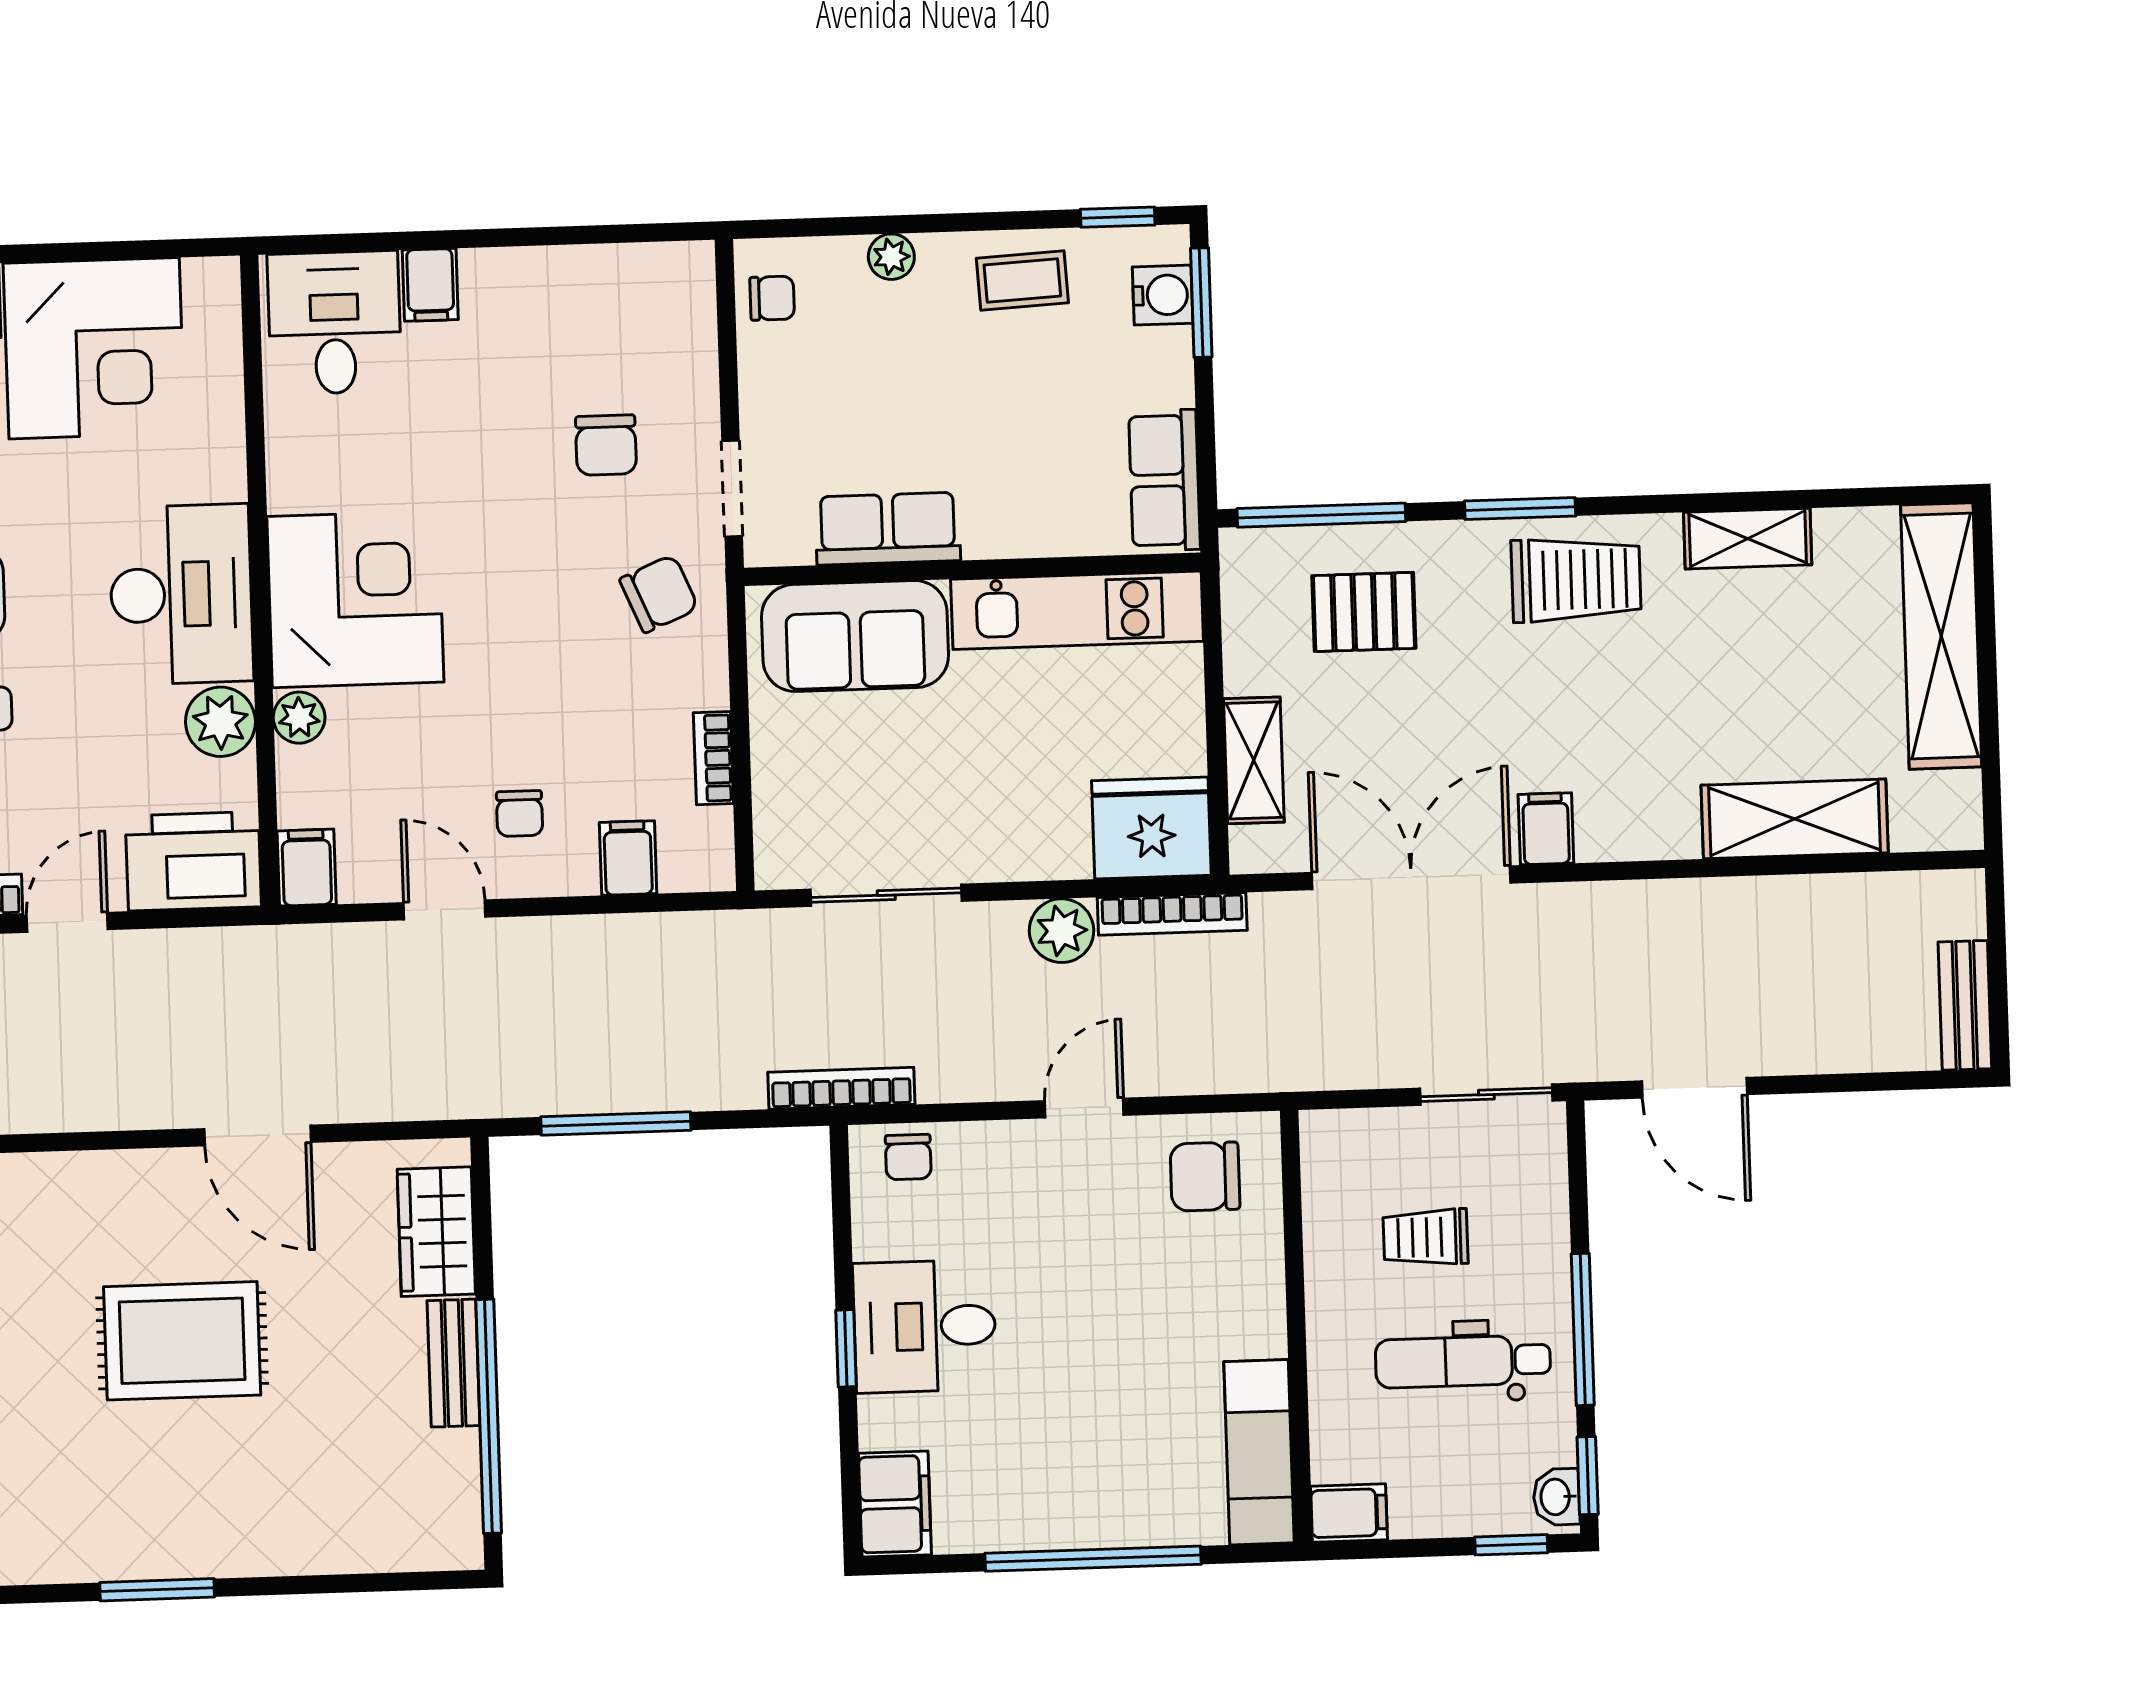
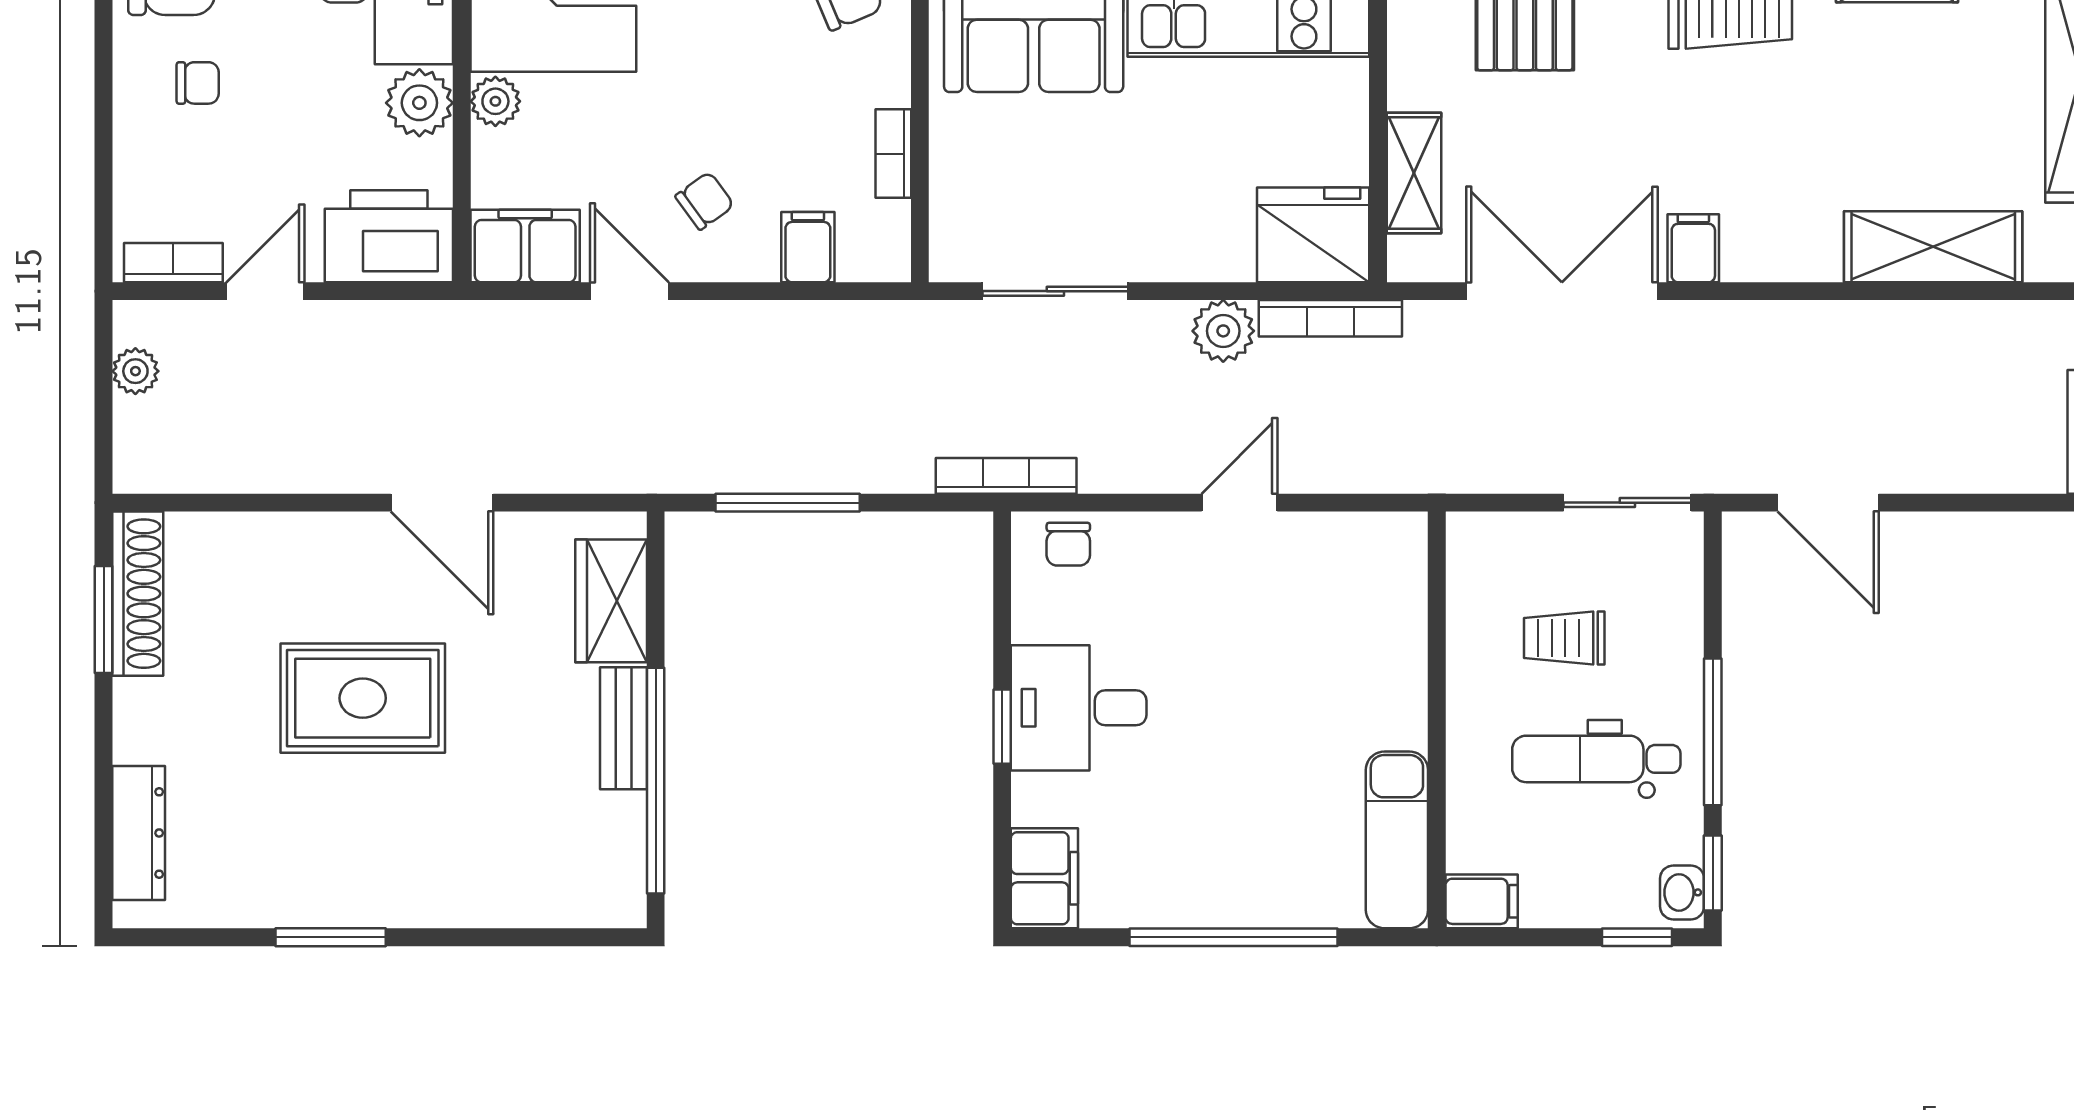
chair: (520, 814) -> (705, 201), turned -126
filing cabinet: (307, 868) -> (525, 246), width x2.00
chair: (1205, 1177) -> (1354, 573), removed

